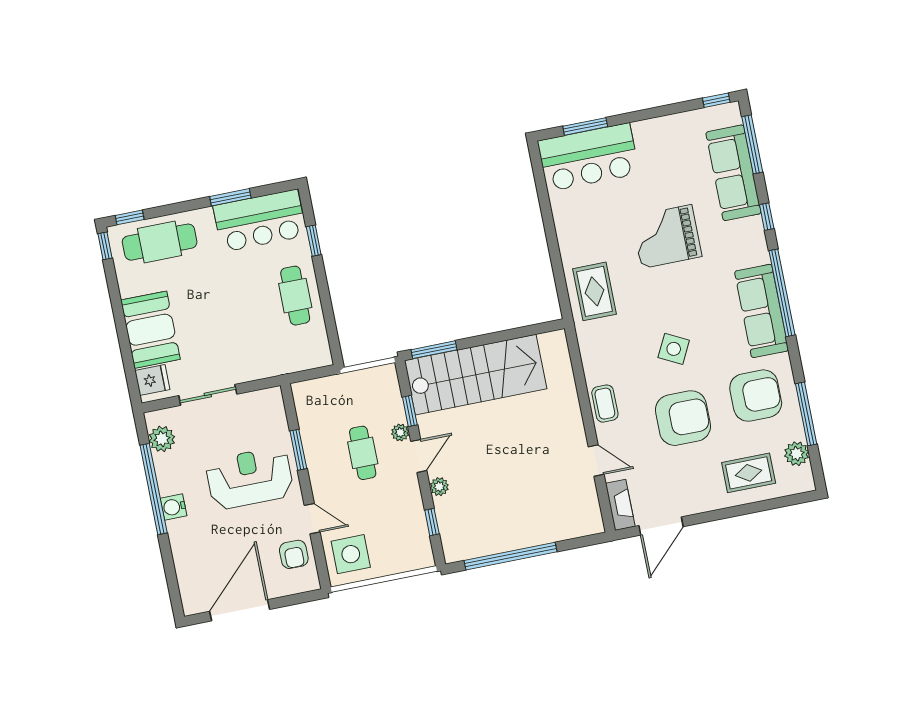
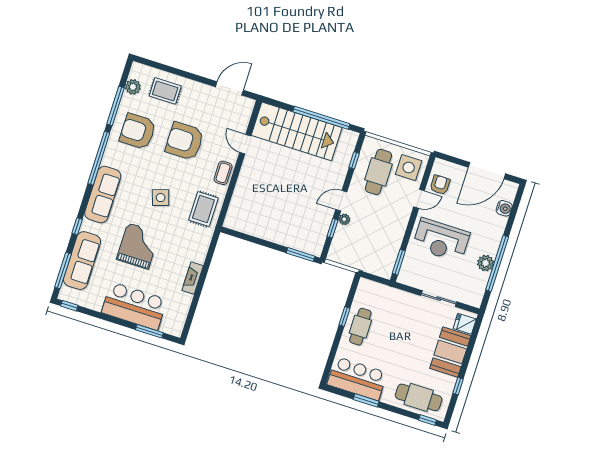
bar counter: (588, 157) -> (134, 306), moved
grand piano: (667, 236) -> (138, 246), turned -90
window: (314, 241) -> (344, 317), moved
window: (105, 246) -> (458, 386), moved
rug: (594, 291) -> (203, 209), moved
window: (782, 293) -> (99, 158), moved
sofa: (762, 311) -> (103, 195), moved
side table: (674, 349) -> (161, 198), moved, turned 45
stairs: (476, 375) -> (297, 131), moved, turned 180
plant: (162, 439) -> (486, 263), moved
window: (298, 450) -> (399, 262), moved
cafe table: (363, 453) -> (378, 172), moved, width x1.37, depth x1.35
plant: (439, 487) -> (339, 178), removed
fireplace: (620, 505) -> (193, 278), moved
water cooler: (174, 507) -> (504, 208), moved
door: (312, 519) -> (419, 199), swing flipped

